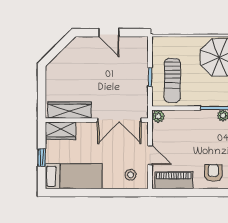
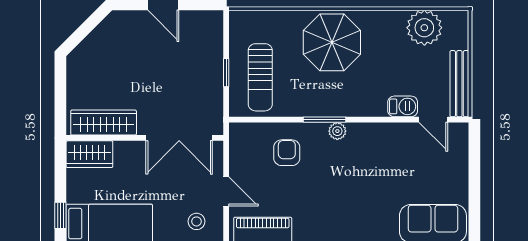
plant: (158, 116) -> (239, 132), removed
window: (42, 157) -> (60, 215), moved
armchair: (213, 173) -> (287, 153), moved

